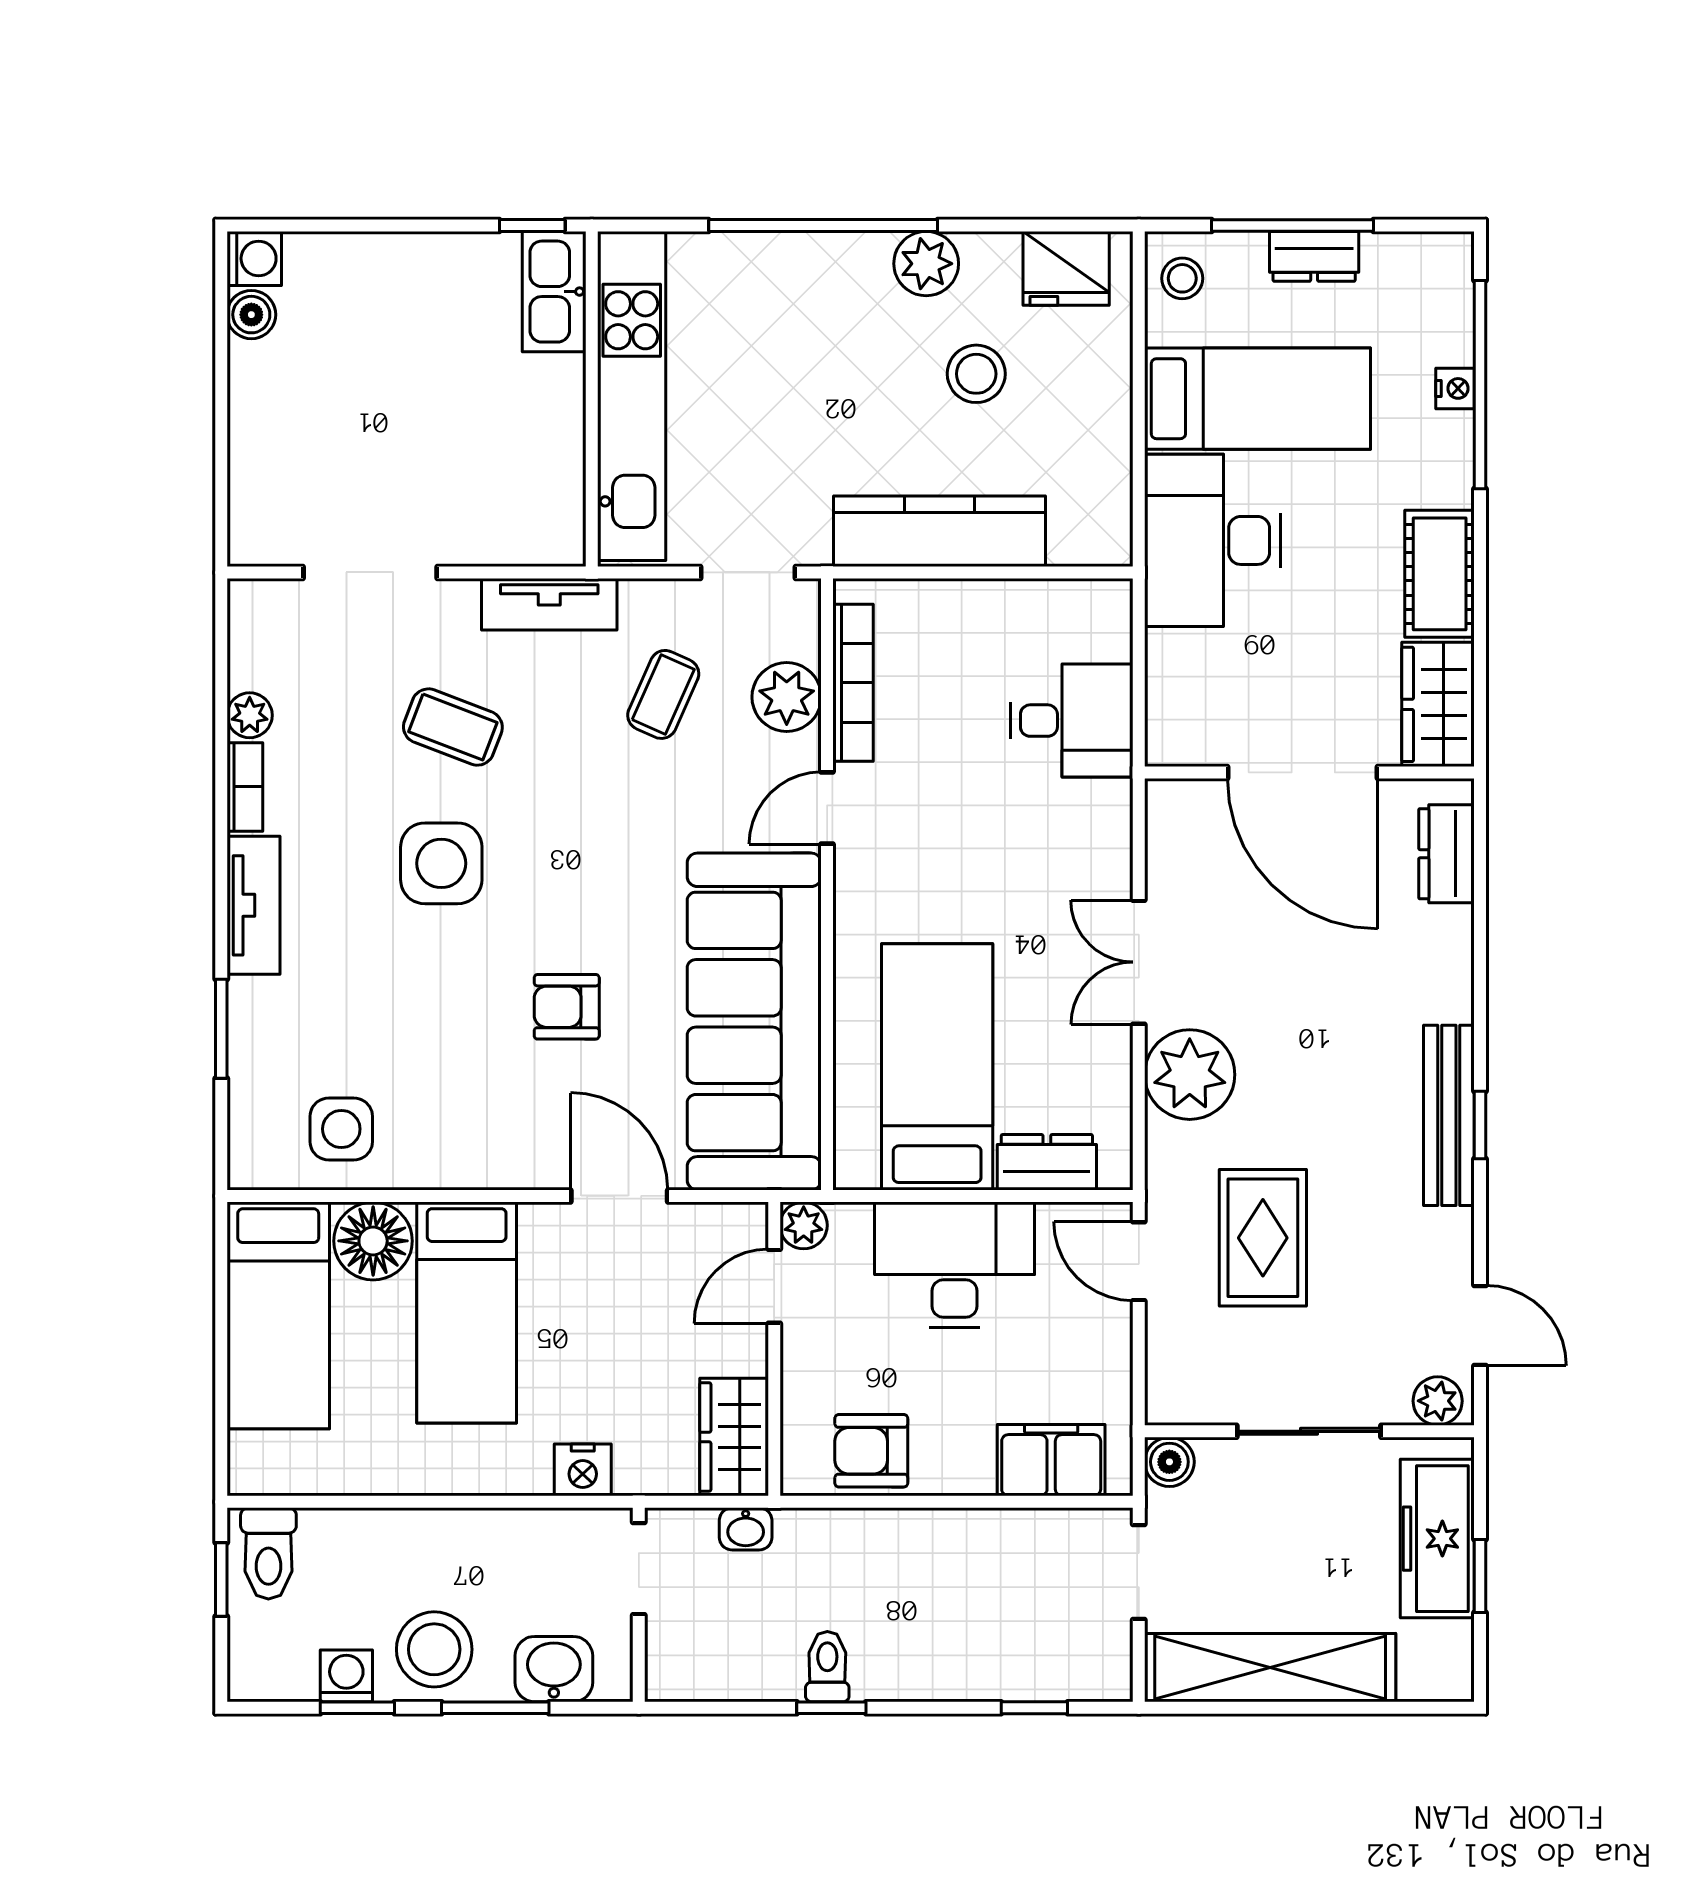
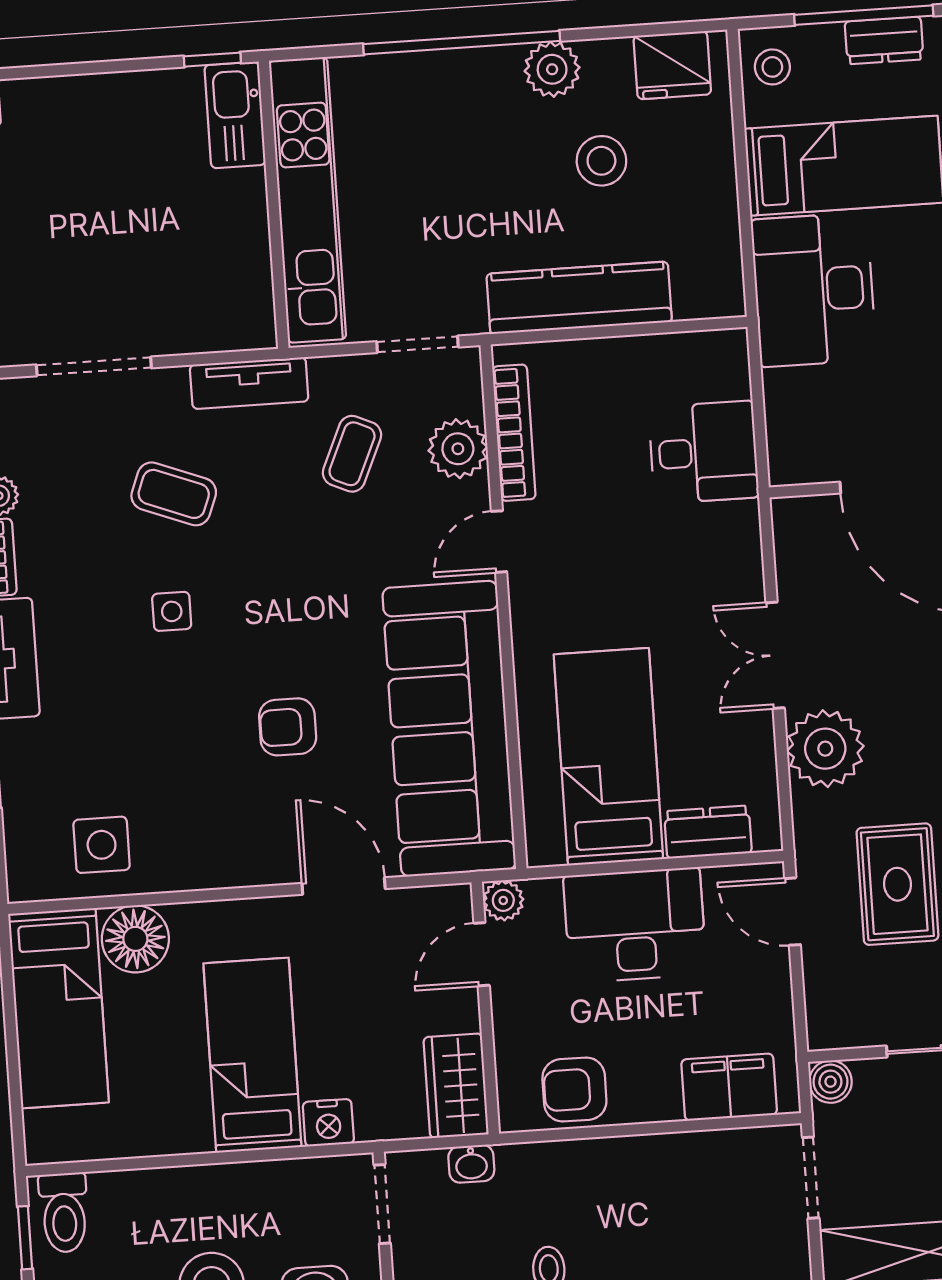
side table: (441, 863) -> (172, 611), width x0.54, depth x0.54
bed: (467, 1312) -> (252, 1055), moved, turned 180

